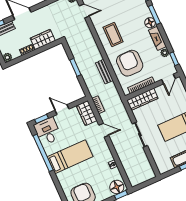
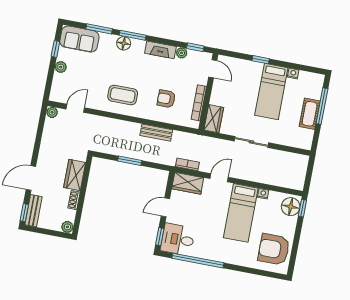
floor lamp: (150, 23) -> (124, 43), moved
armchair: (130, 63) -> (166, 99), width x0.53, depth x0.53
wardrobe: (142, 99) -> (214, 119), width x0.67
bed: (70, 157) -> (241, 213), moved, turned 180

